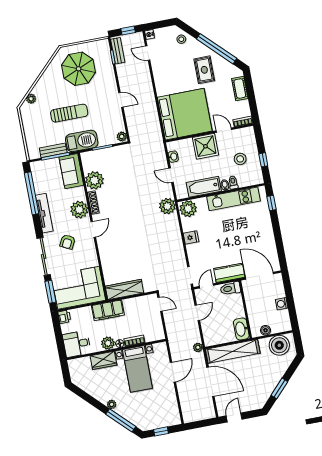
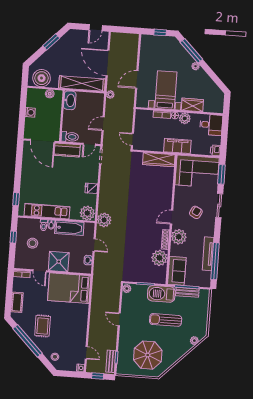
bed: (185, 114) -> (69, 288), width x0.73
tv unit: (44, 213) -> (208, 254), moved
sliding door: (44, 256) -> (219, 206), width x0.73

